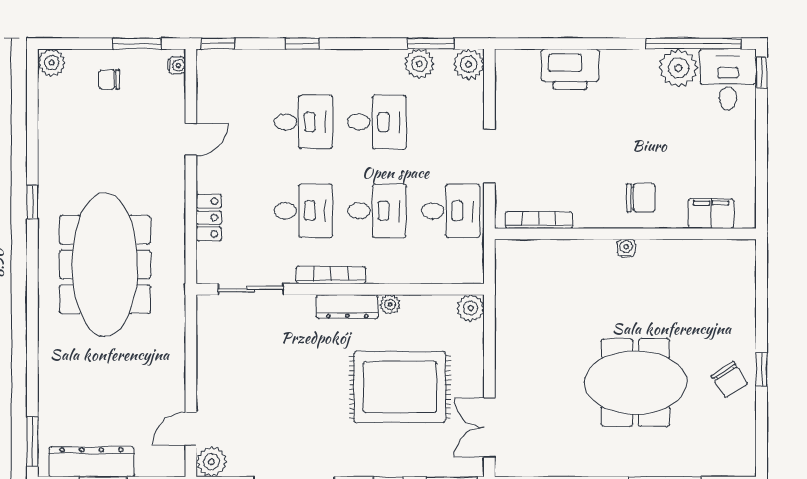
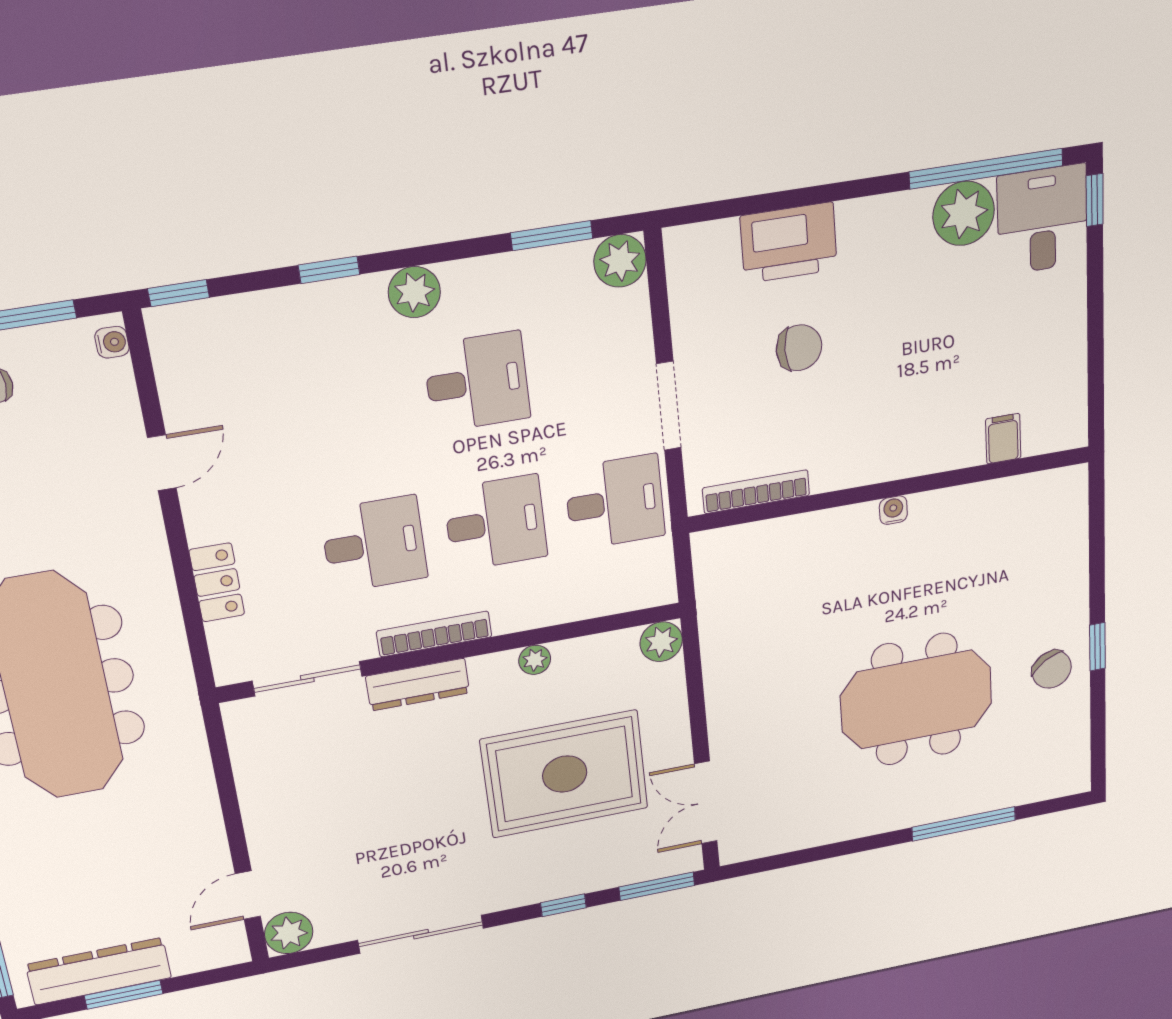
plant: (419, 64) -> (414, 292), moved
desk: (303, 122) -> (352, 402), removed
chair: (641, 198) -> (799, 348), moved
filing cabinet: (711, 214) -> (1003, 439), width x0.50
dresser: (347, 307) -> (418, 685), moved

